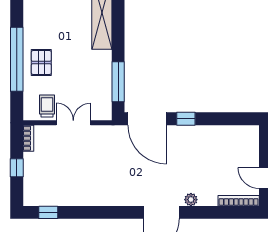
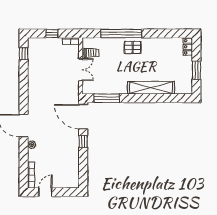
pallet: (41, 63) -> (133, 47), moved
door: (147, 119) -> (83, 117), hinge flipped

